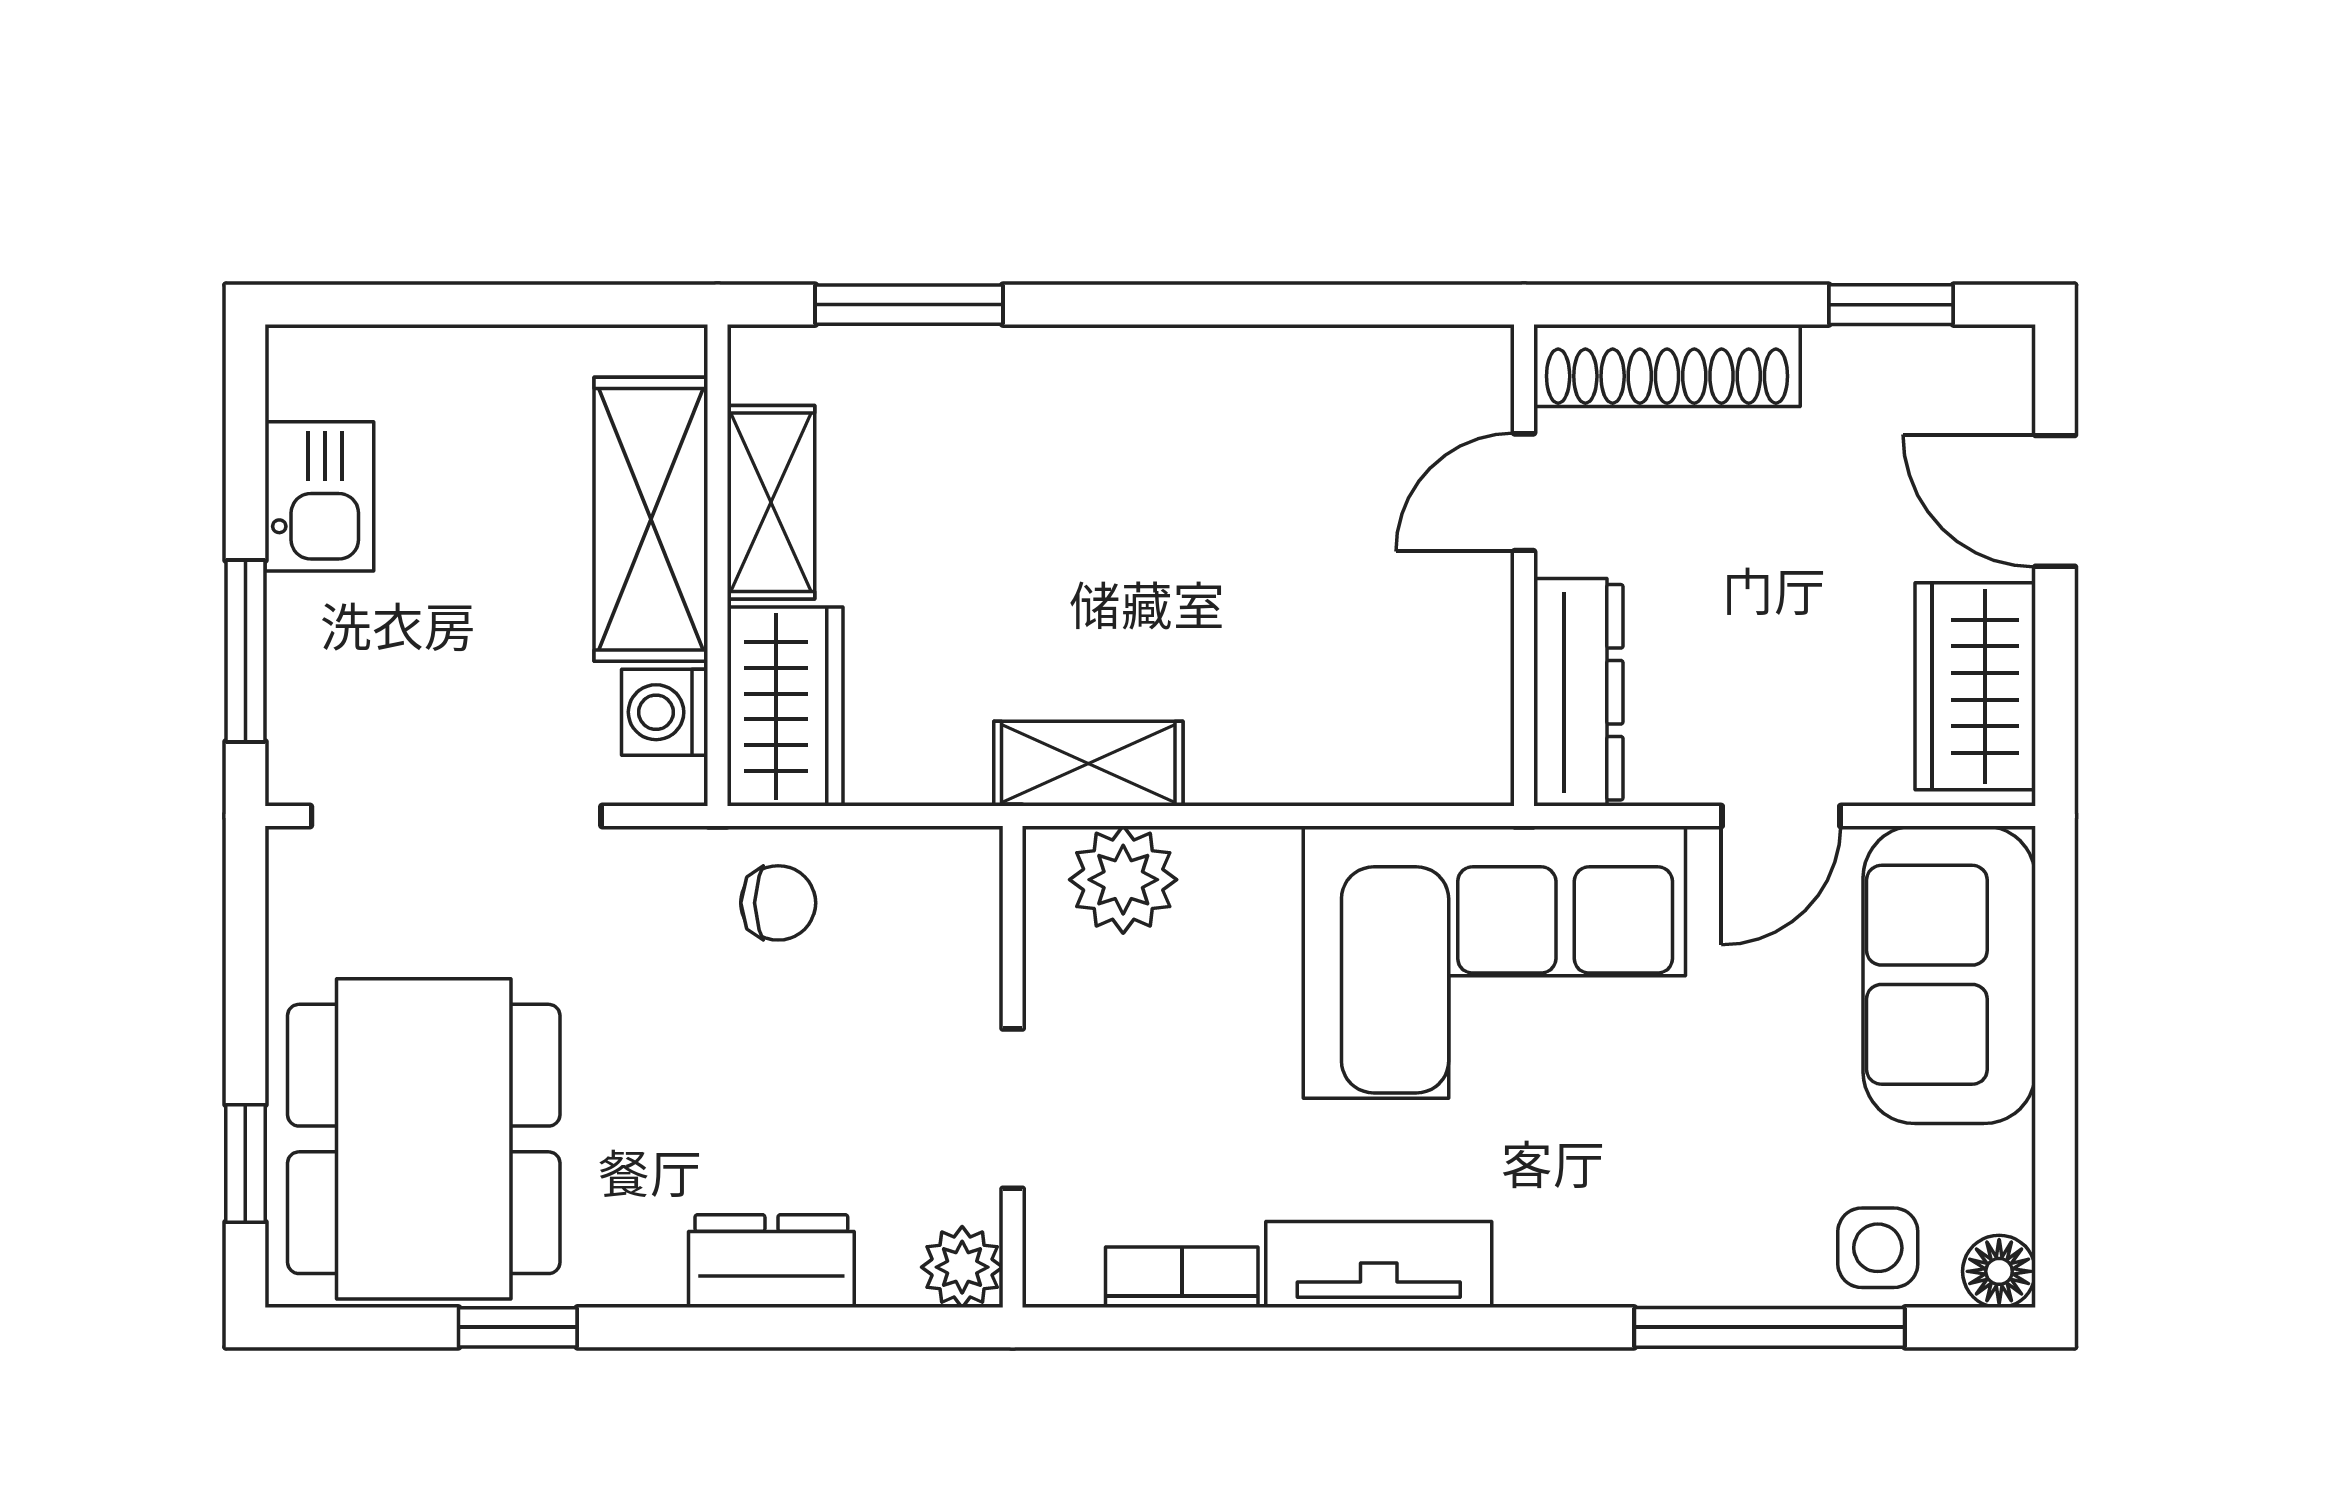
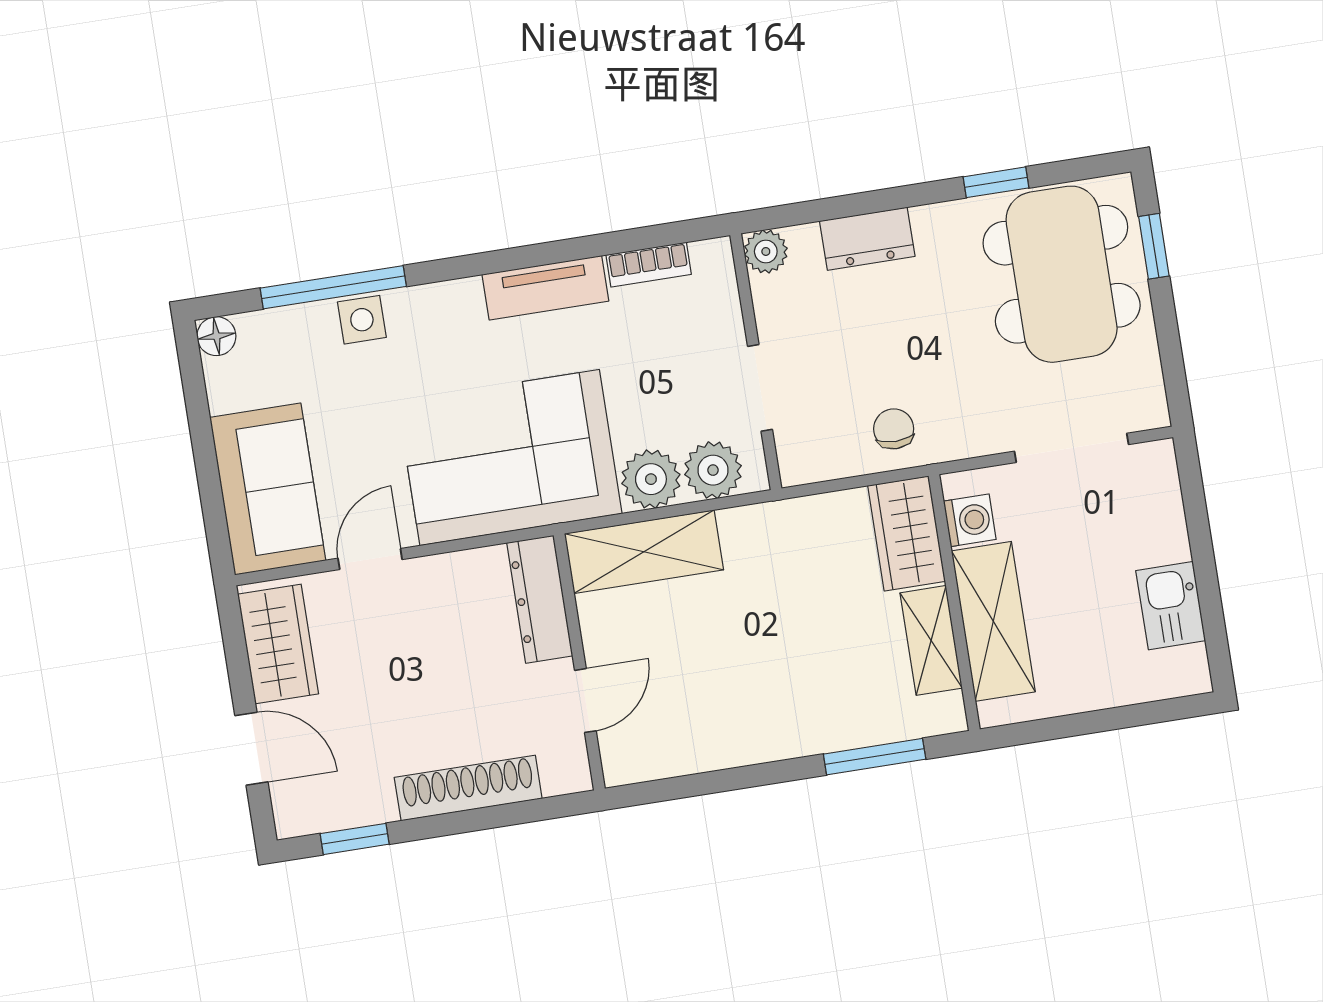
door: (1524, 492) -> (585, 701), moved
wall: (1524, 565) -> (579, 662), moved
window: (245, 651) -> (1197, 518), removed
dresser: (1578, 692) -> (540, 599), moved
shelving: (1088, 764) -> (644, 552), moved, width x1.50, depth x1.33
doorway: (456, 816) -> (1071, 448), width x0.73
plant: (1240, 881) -> (651, 479), added
chair: (778, 903) -> (894, 429), turned 90
doorway: (1013, 1109) -> (760, 388), moved
side table: (1878, 1248) -> (362, 320), moved

